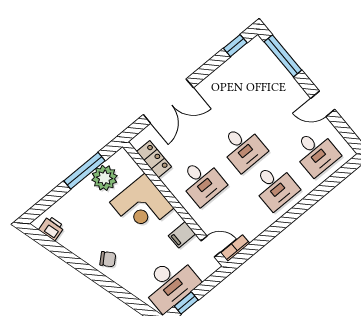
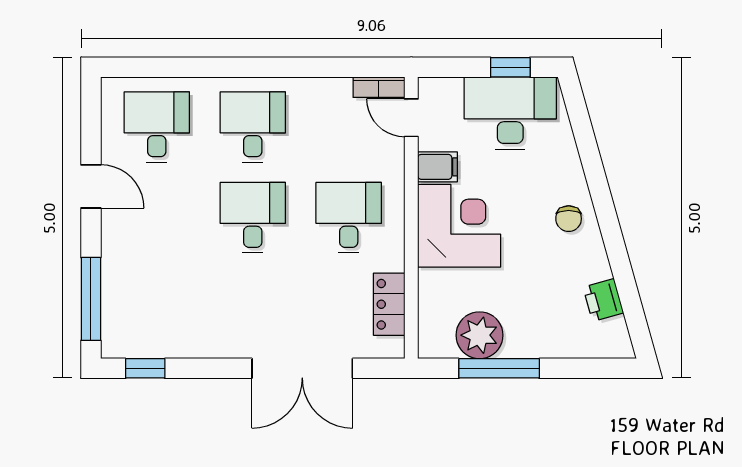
double door: (168, 101) -> (302, 368), swing flipped
corner desk: (142, 205) -> (459, 226), moved
printer: (52, 228) -> (603, 300), moved
chair: (108, 259) -> (569, 219), turned -137

